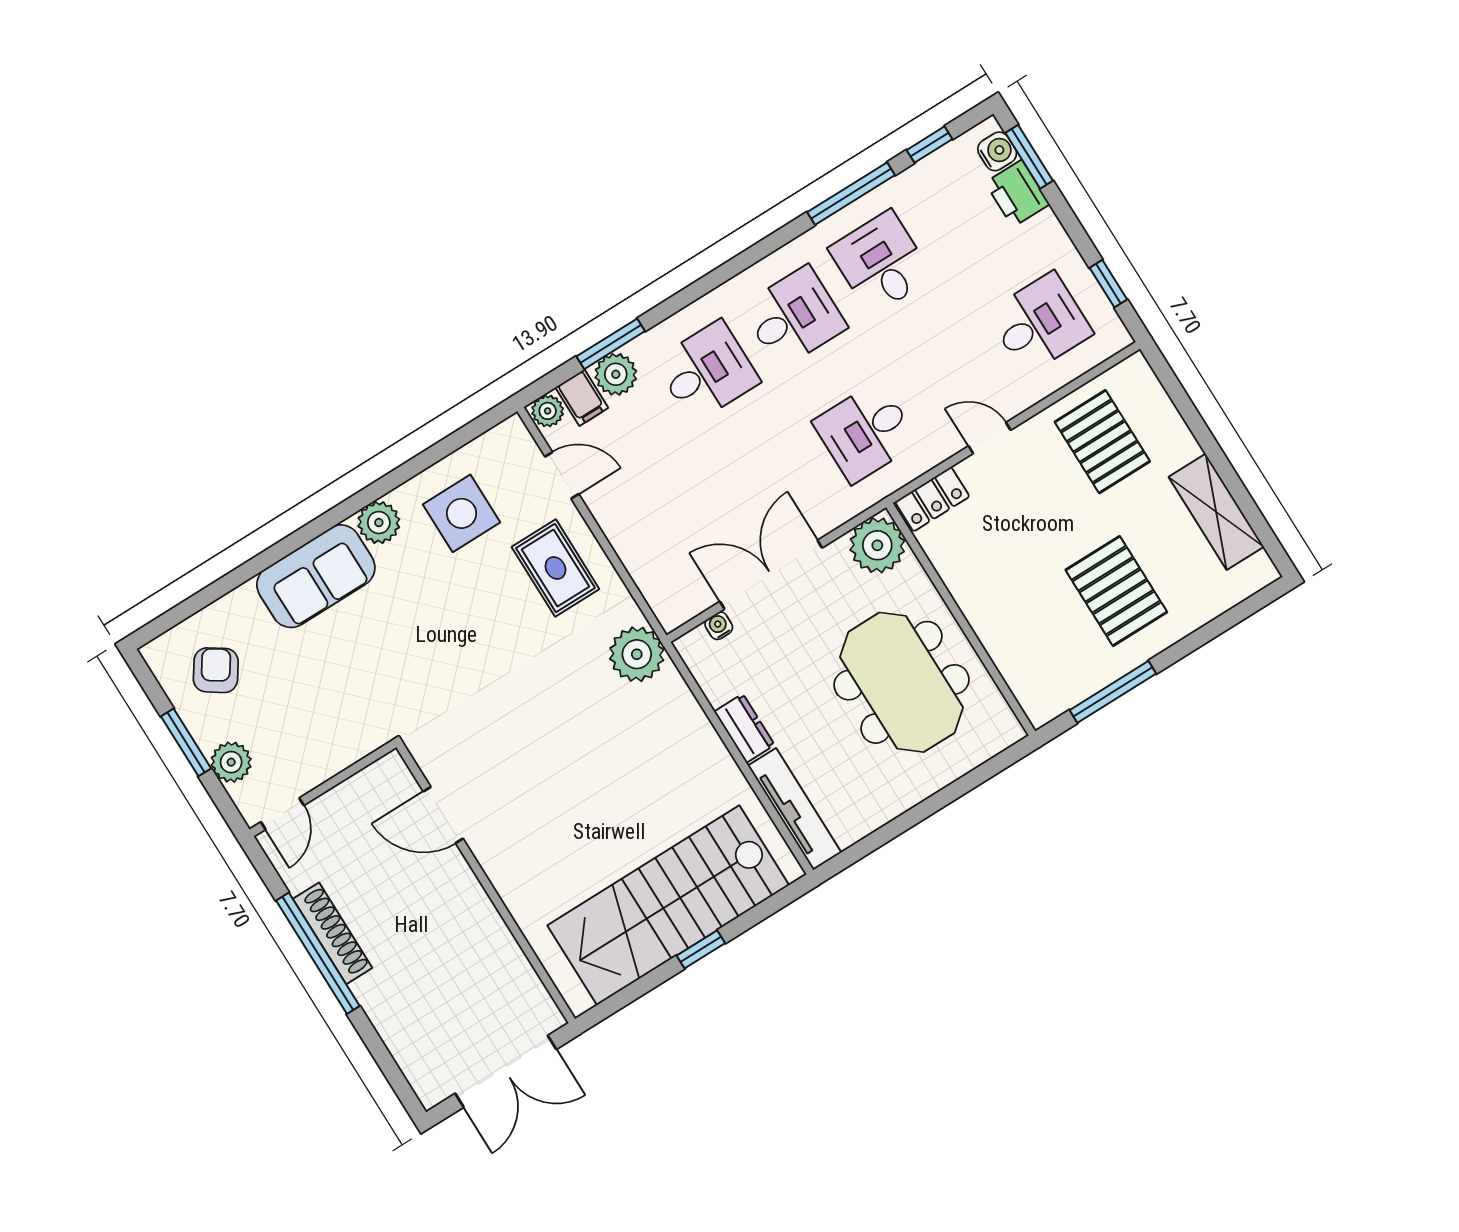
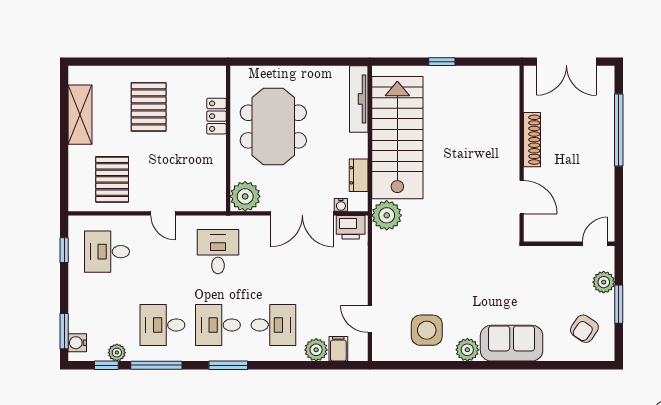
printer: (1017, 193) -> (351, 227), moved, turned 90
desk: (881, 263) -> (162, 325), turned 90
window: (611, 344) -> (228, 365), moved
desk: (707, 371) -> (273, 325), turned 180
plant: (548, 411) -> (117, 353), moved
desk: (866, 432) -> (218, 252), turned -90
locker: (932, 499) -> (216, 116), moved, turned -90
rug: (555, 568) -> (399, 278), removed
window: (1113, 692) -> (179, 62), removed
dresser: (744, 728) -> (359, 175), moved
stairs: (668, 905) -> (397, 138), moved, turned -90
shoe rack: (333, 933) -> (532, 140), moved, turned 180
window: (318, 953) -> (619, 130), moved
double door: (506, 1071) -> (566, 62), swing flipped

